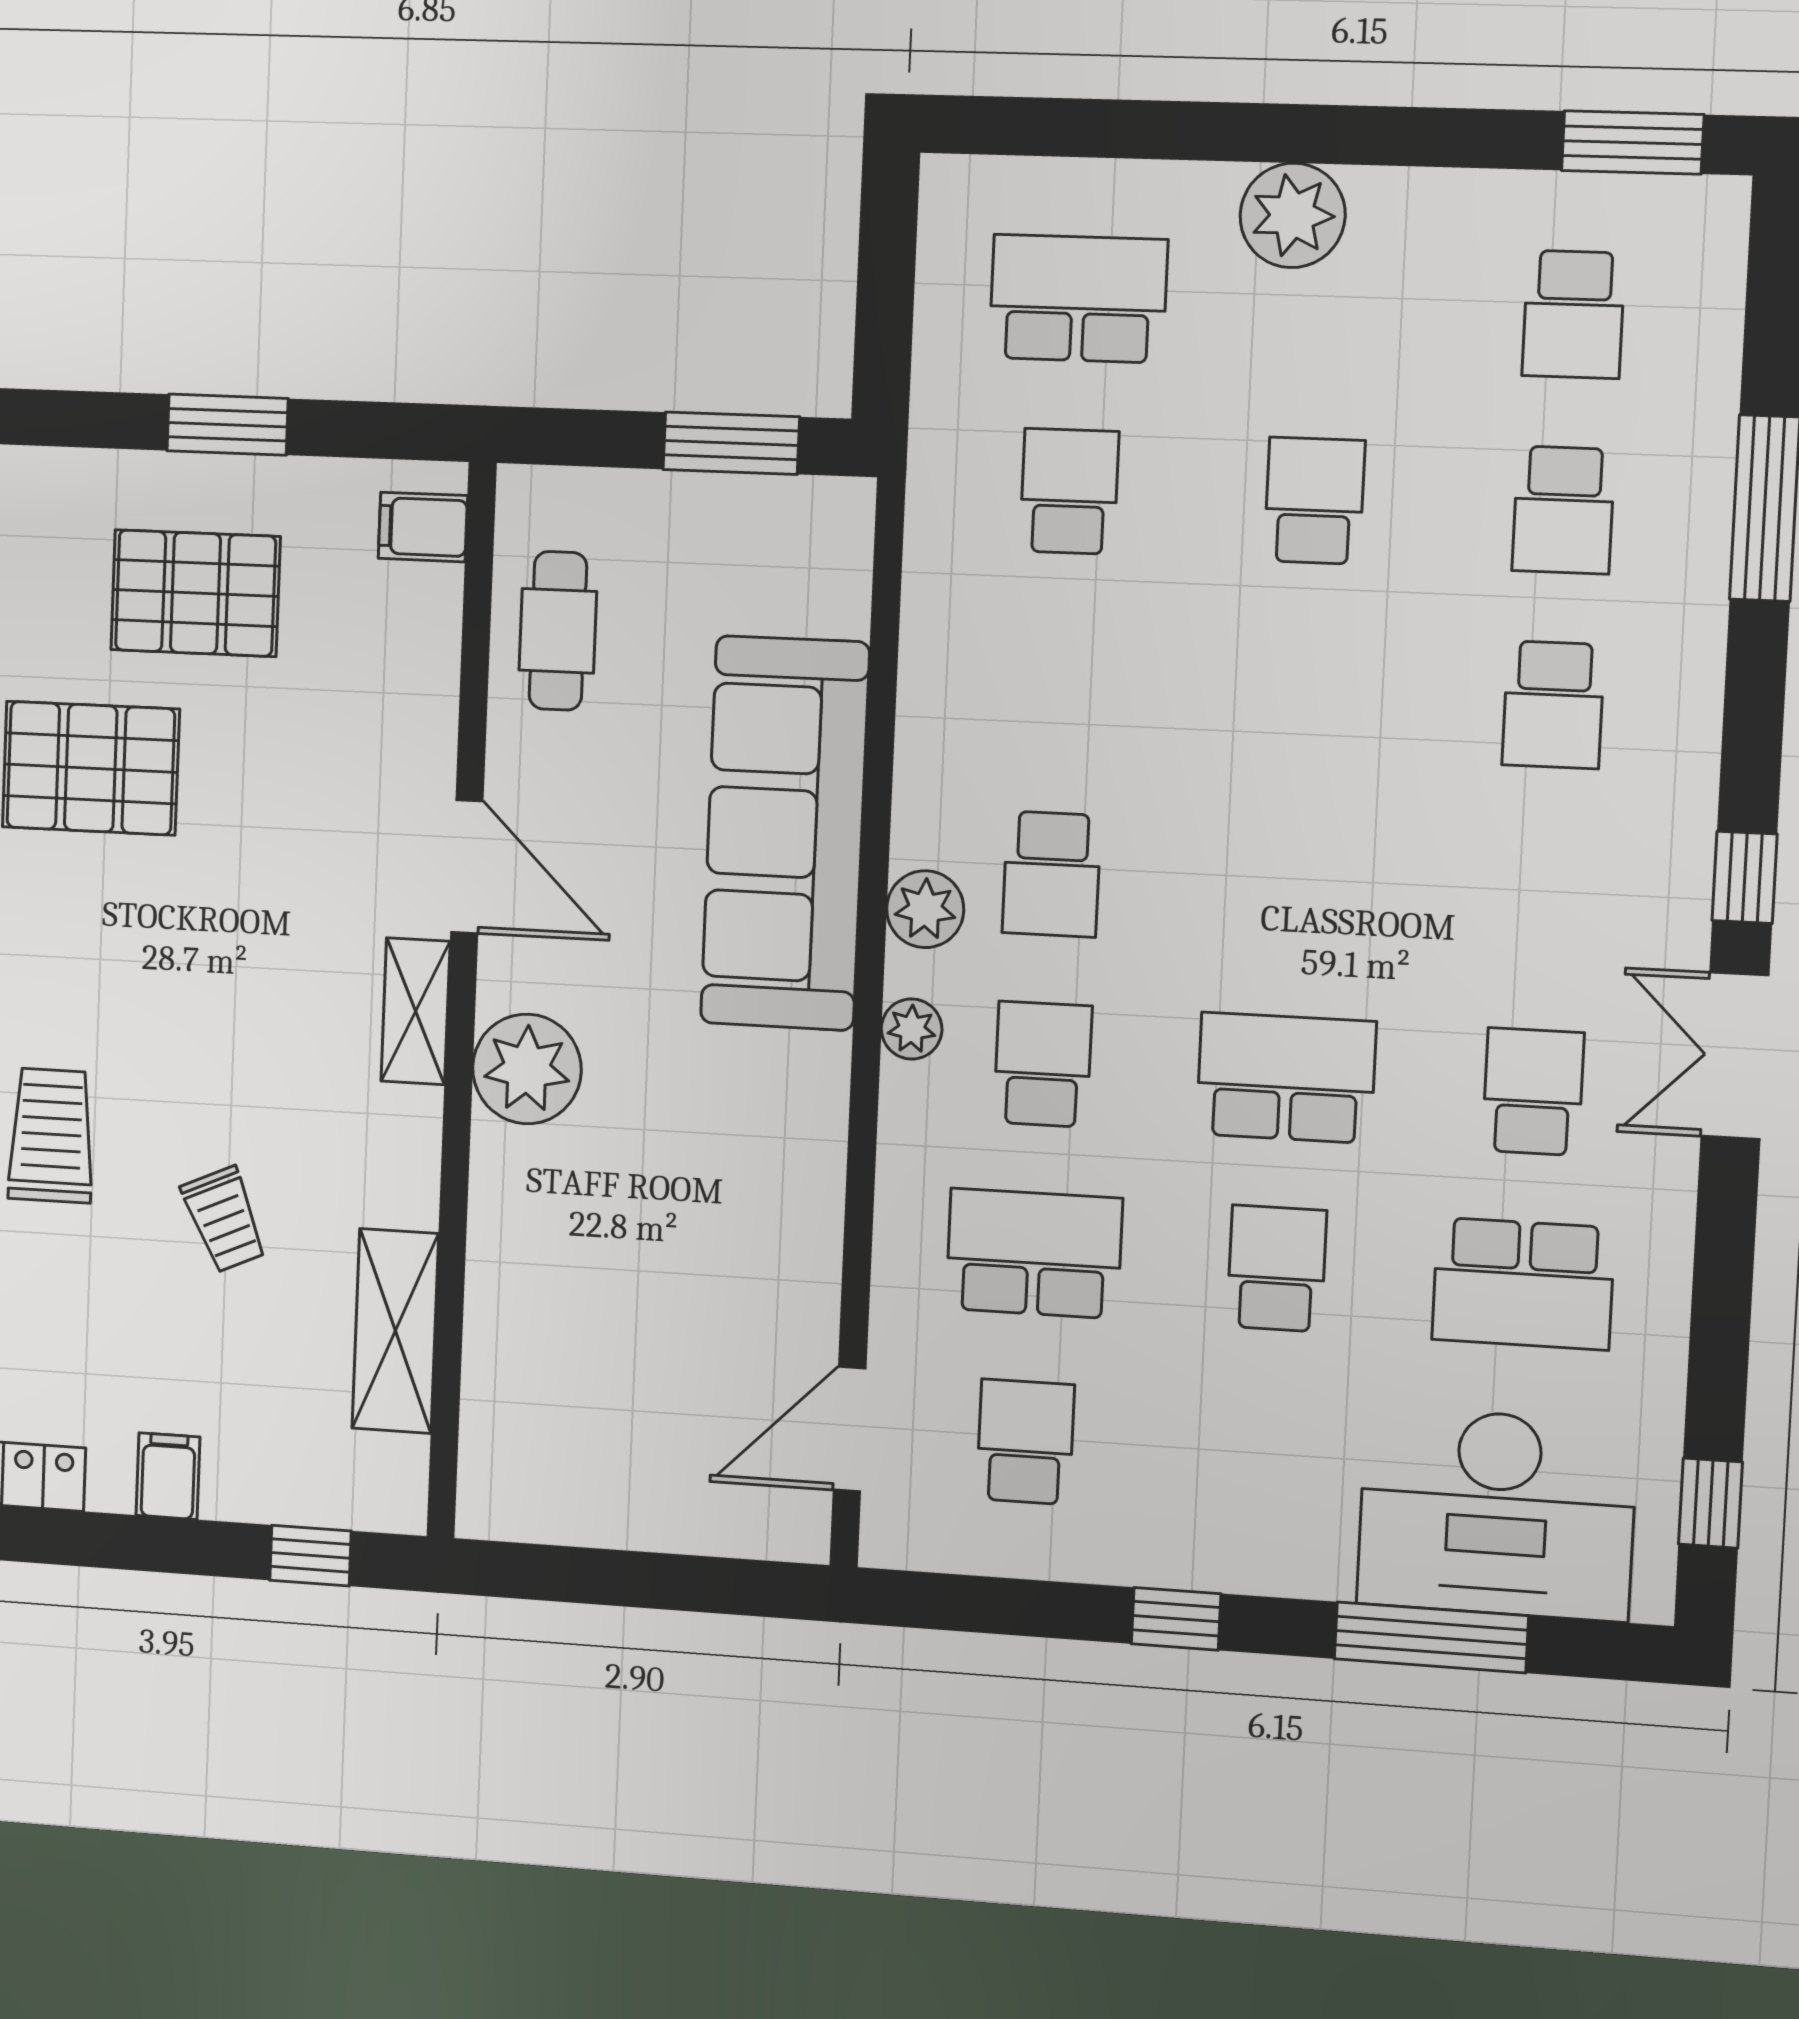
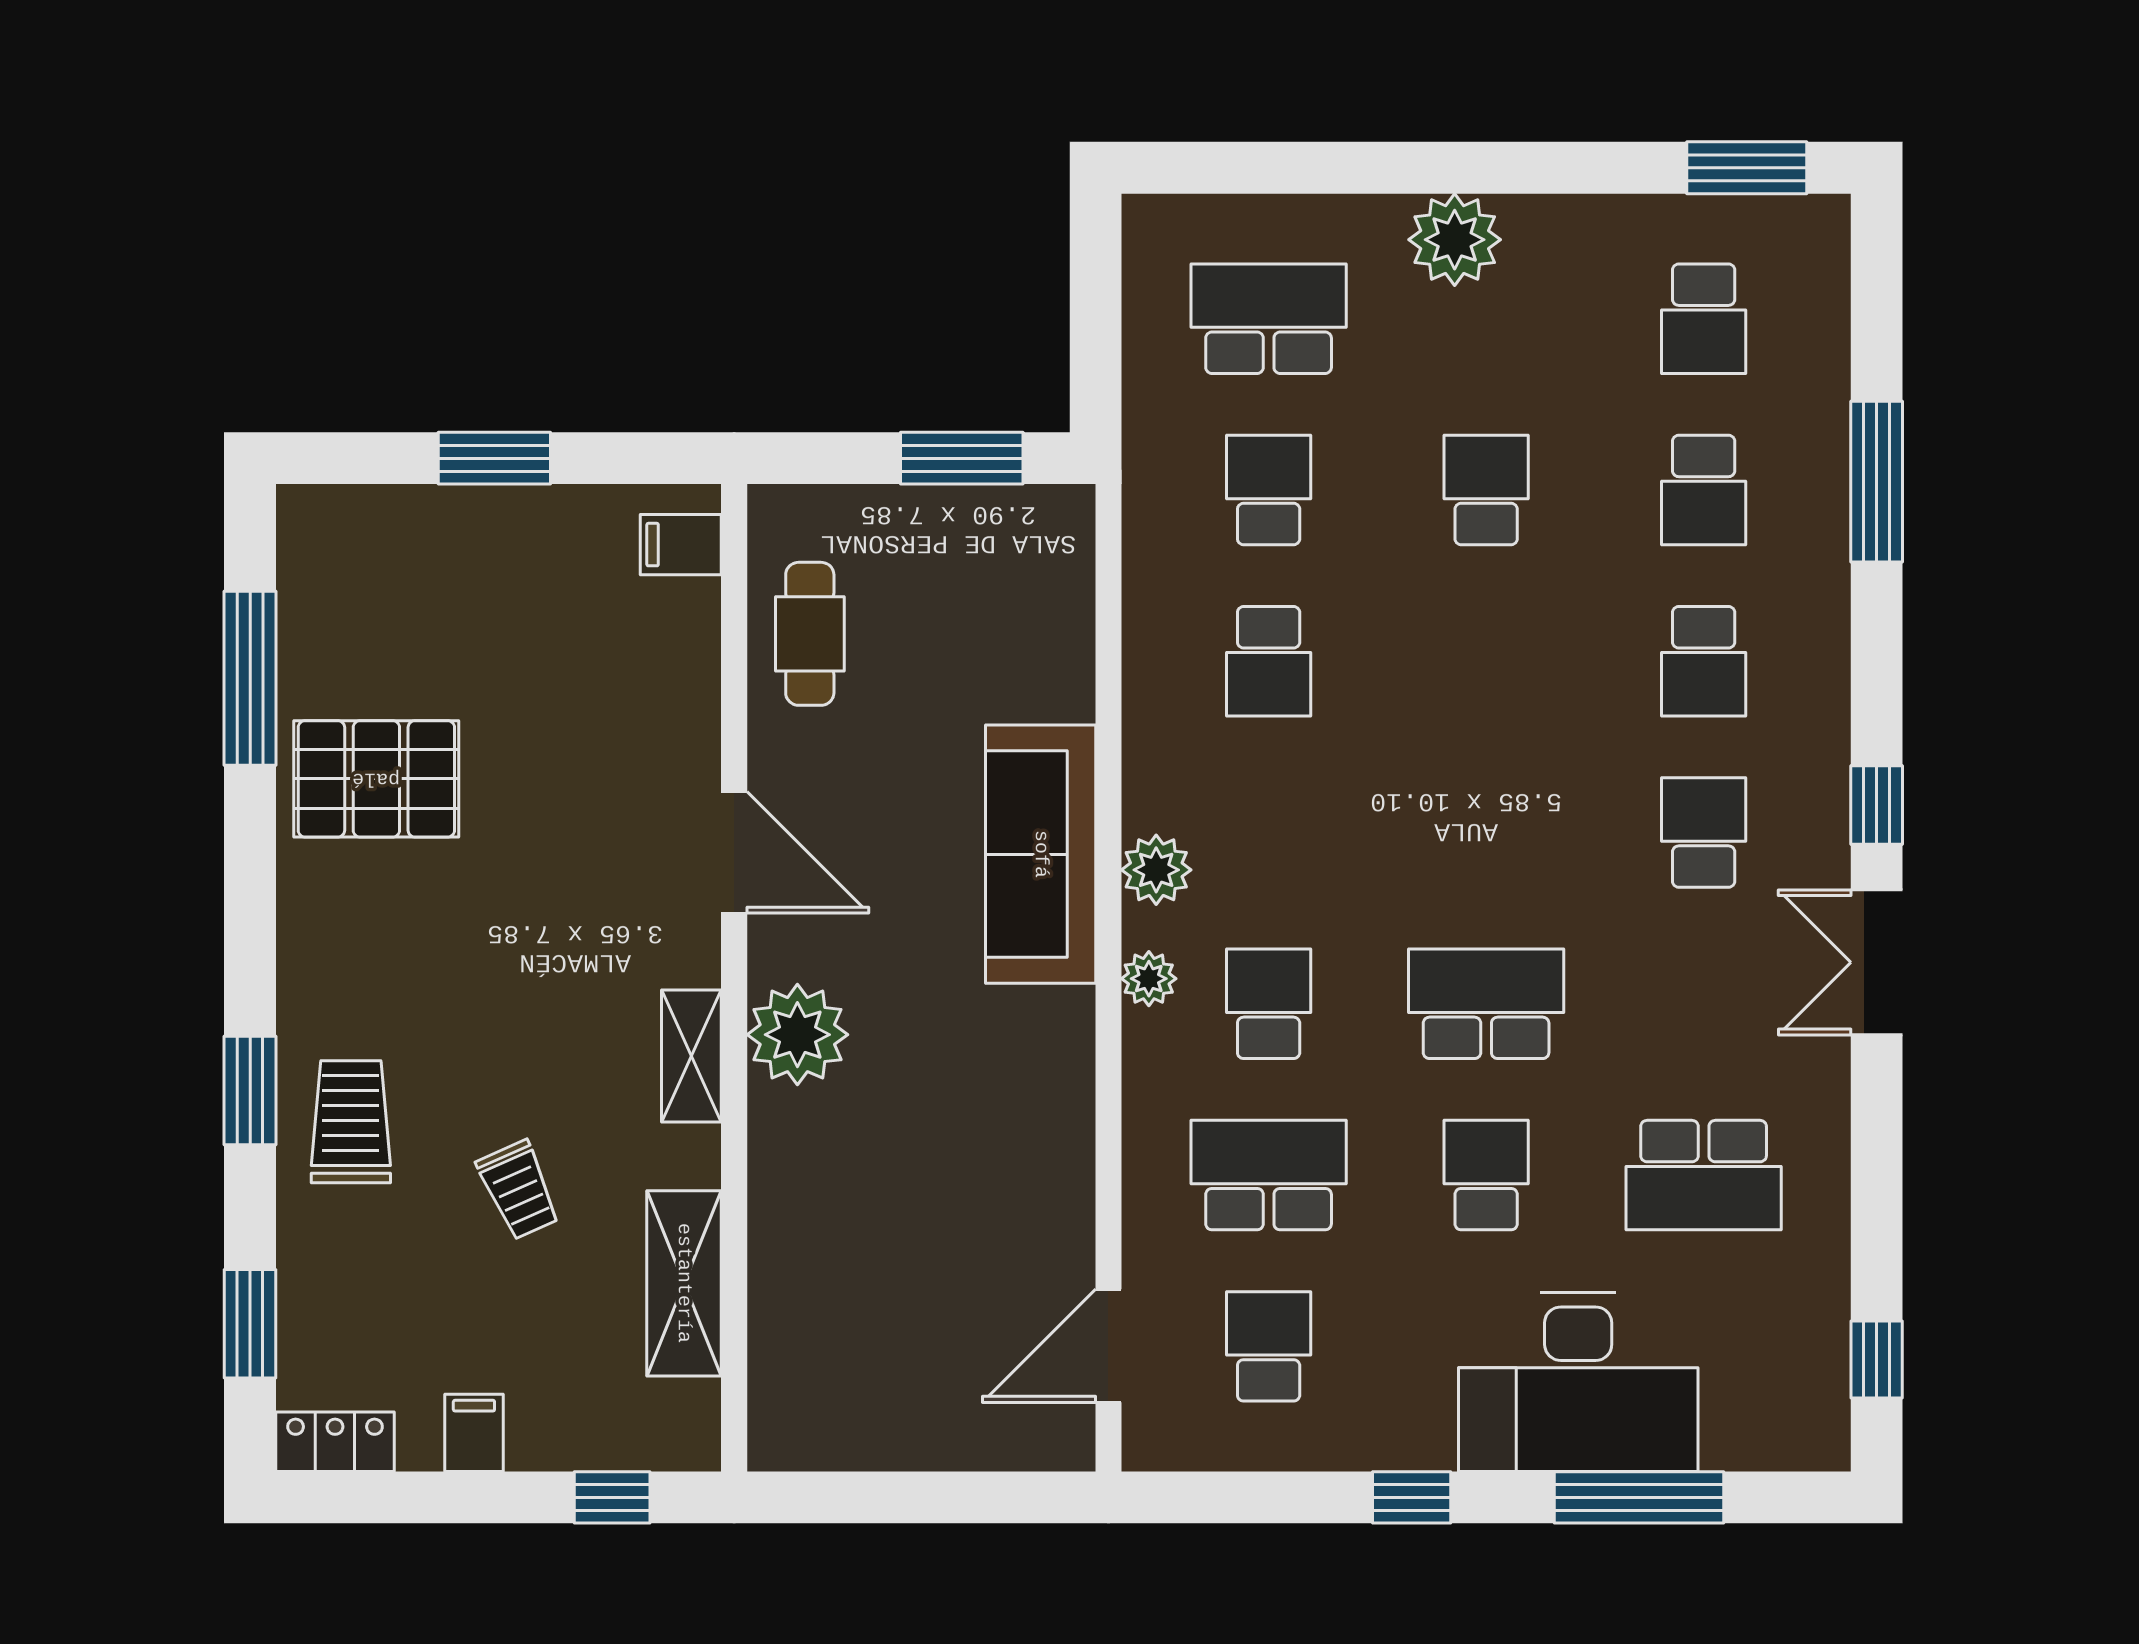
pallet: (195, 593) -> (470, 613), removed
sofa: (785, 833) -> (1041, 854), width x0.74, depth x0.79
school desk: (1052, 874) -> (1269, 661), moved
shelving: (416, 1011) -> (691, 1056), moved
school desk: (1533, 1092) -> (1704, 833), moved
desk: (1497, 1514) -> (1578, 1382), moved

